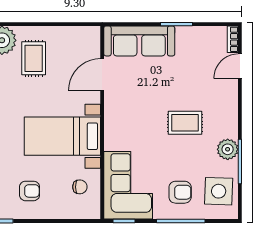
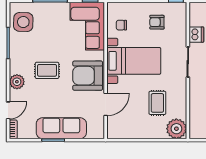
sofa: (139, 41) -> (61, 128), moved
rug: (34, 58) -> (157, 103), moved
plant: (228, 149) -> (17, 82), moved
armchair: (180, 192) -> (88, 76), moved, width x1.88, depth x1.88

